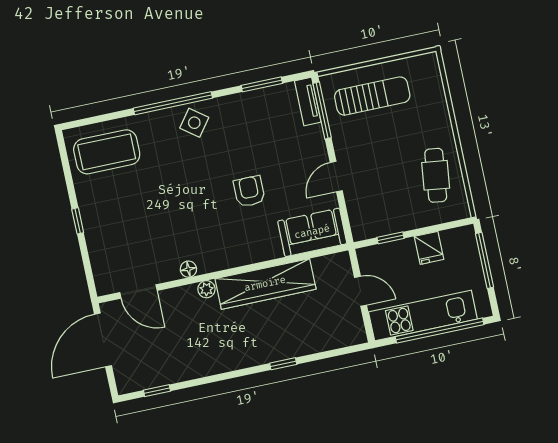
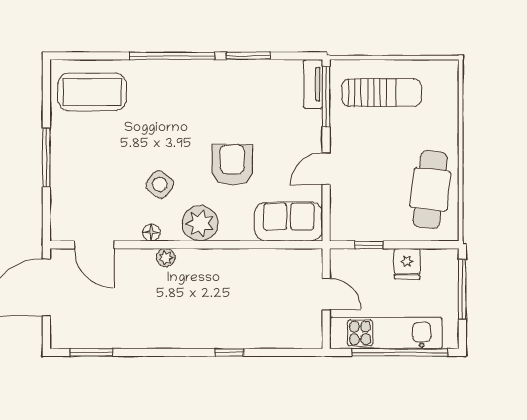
window: (262, 84) -> (248, 56), moved
side table: (194, 123) -> (160, 184), moved
cafe table: (436, 175) -> (430, 189), width x1.37, depth x1.35
armchair: (249, 191) -> (232, 165), width x1.38, depth x1.38
window: (78, 221) -> (46, 158), width x2.17
plant: (231, 251) -> (200, 223), added
wardrobe: (265, 284) -> (228, 265), removed
window: (157, 391) -> (92, 352), width x1.50

